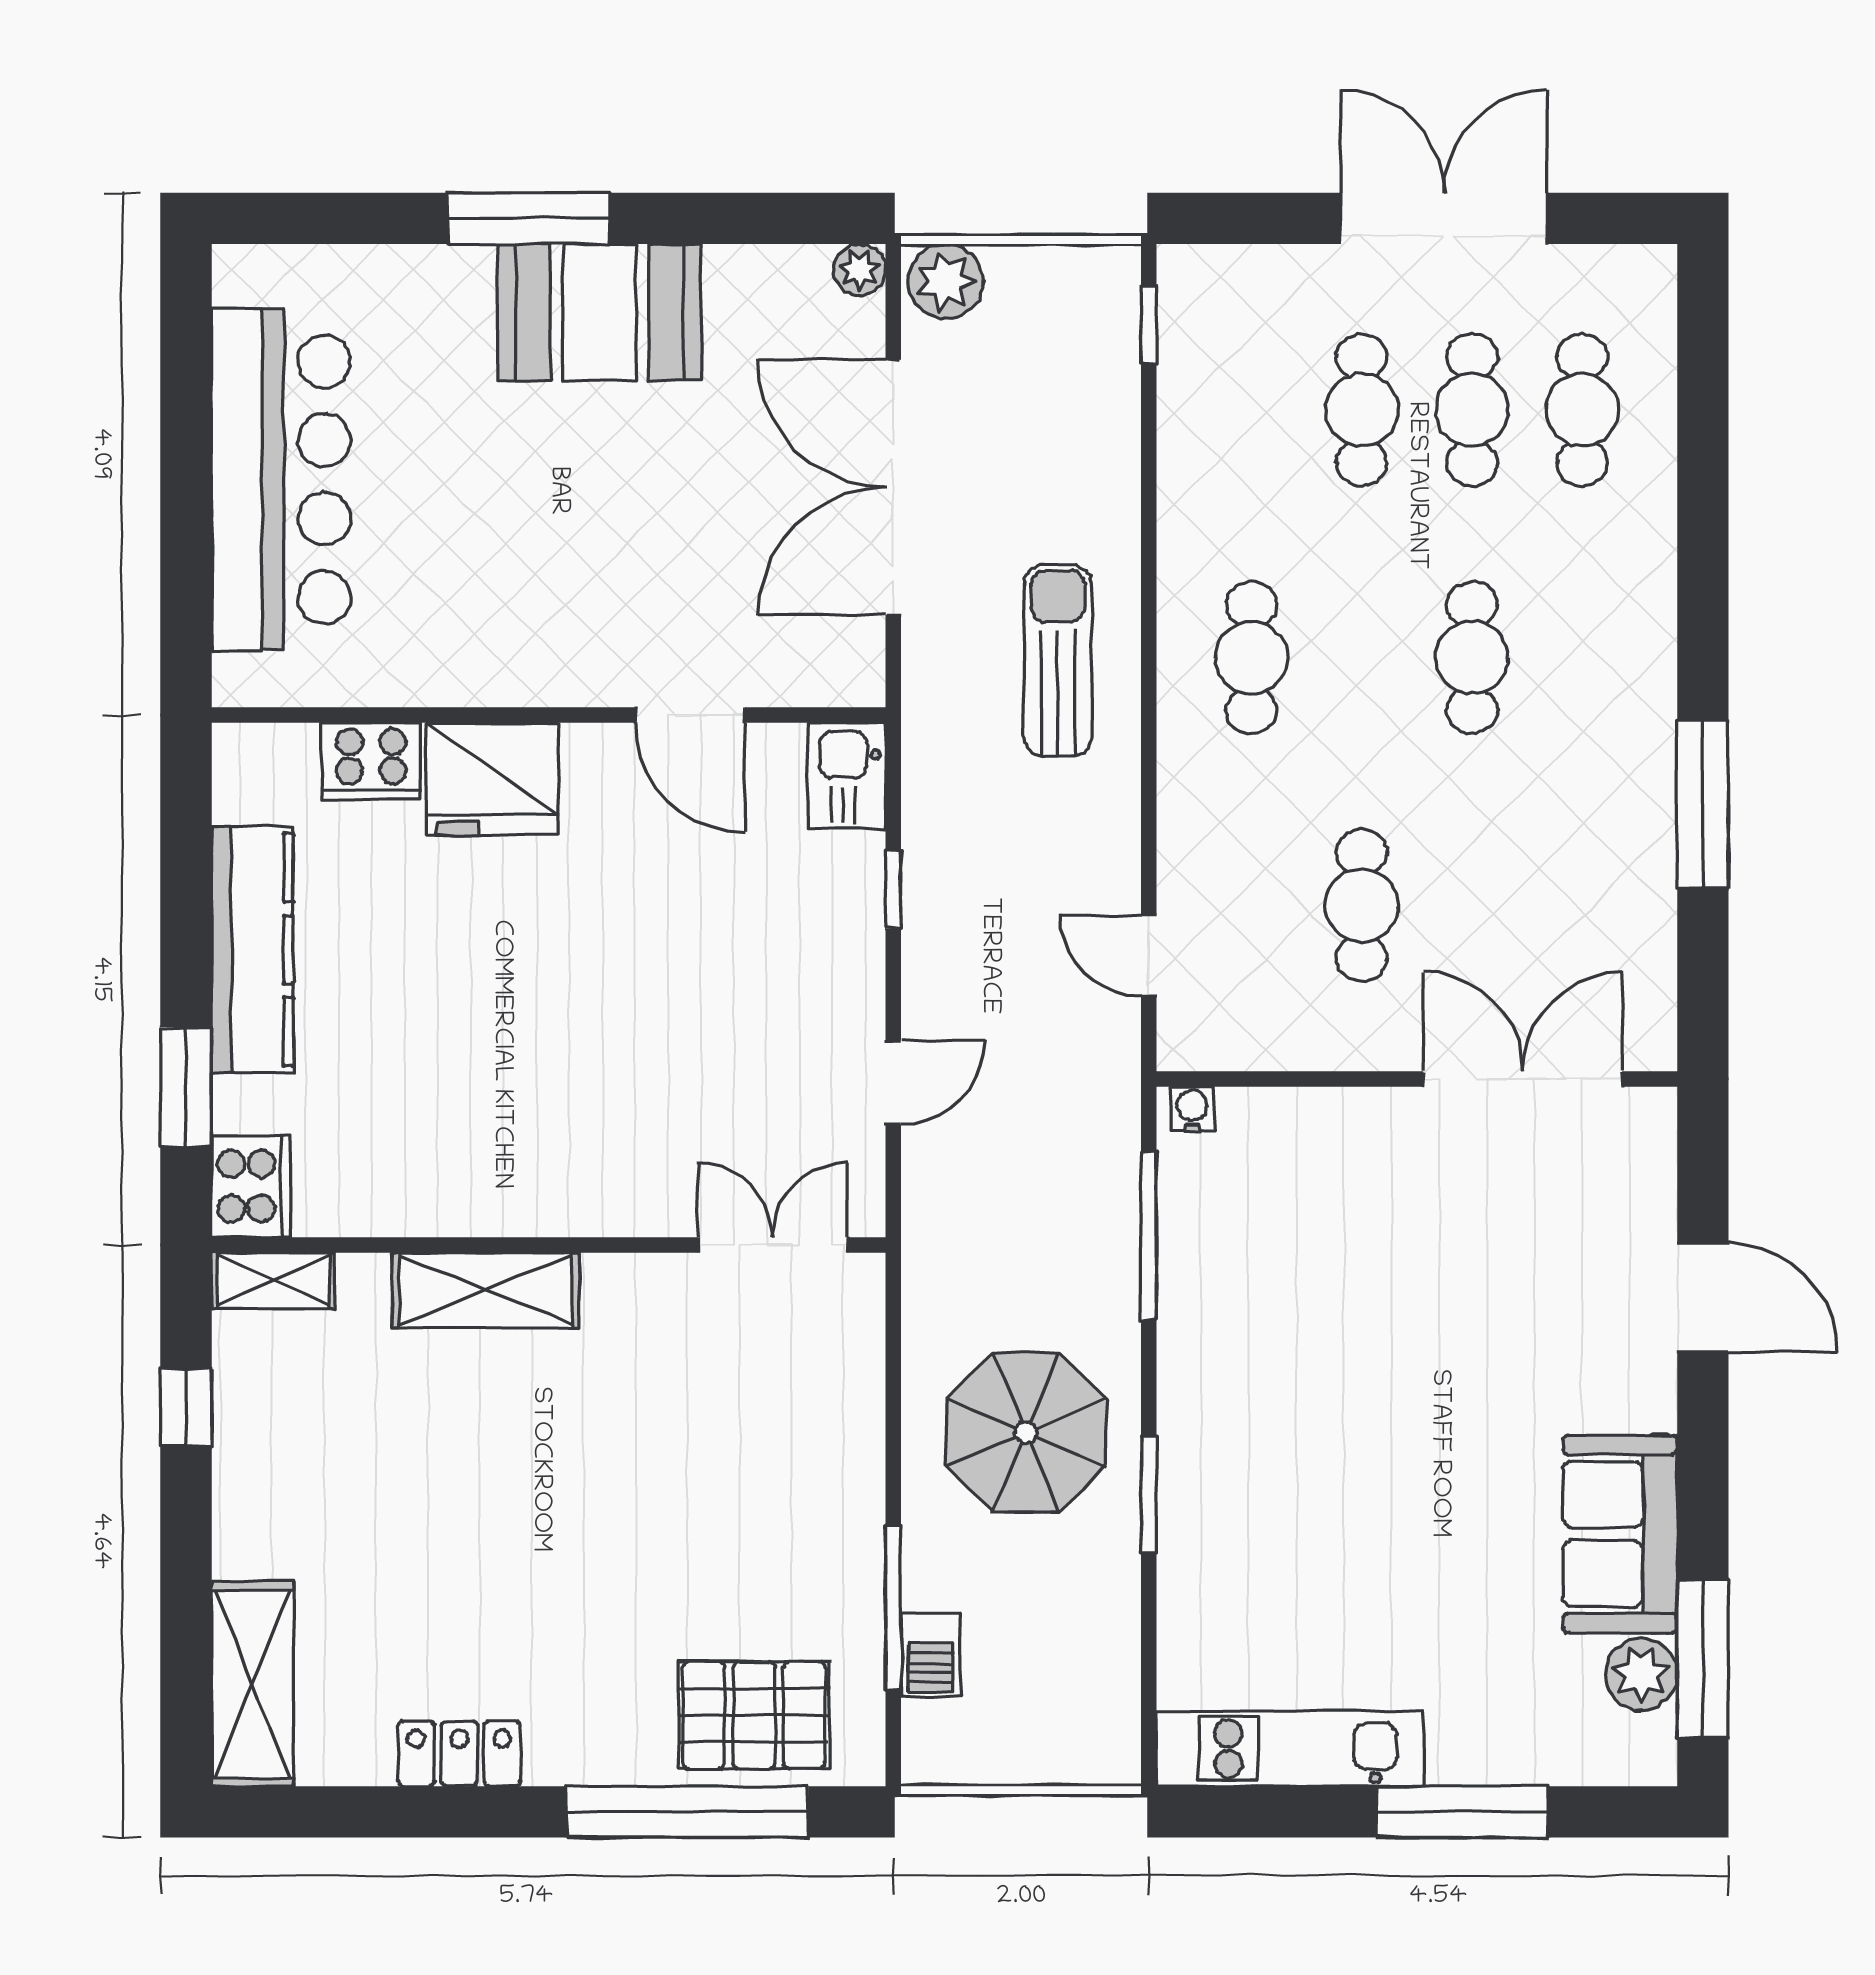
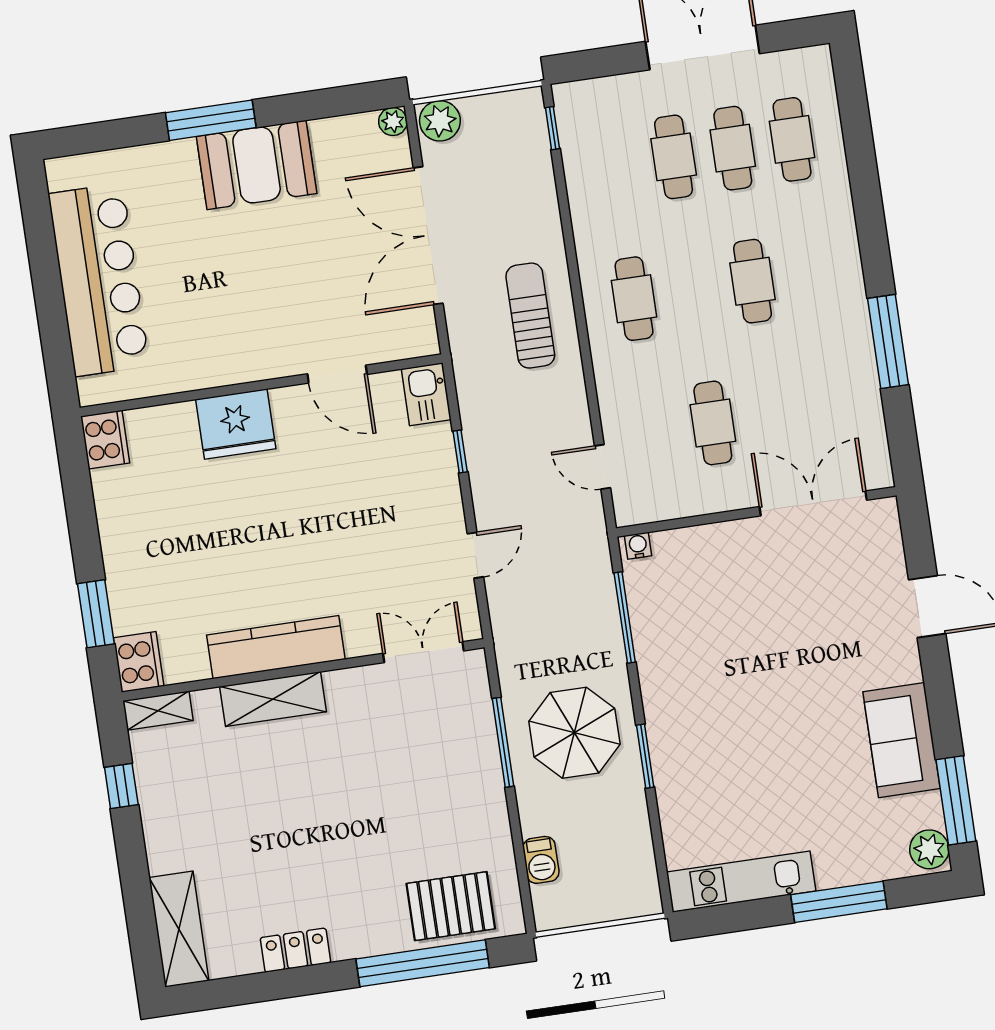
cooker: (371, 761) -> (105, 440), moved, turned -90
kitchen counter: (252, 950) -> (276, 647), moved, turned -90
window: (893, 1608) -> (503, 742), moved
plant: (1641, 1674) -> (929, 849), moved

